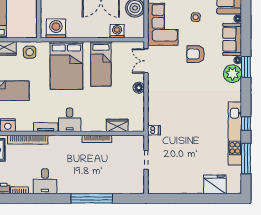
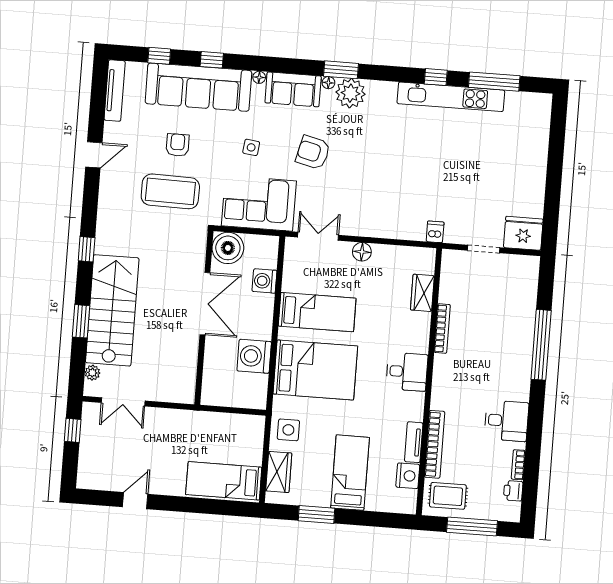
washing machine: (56, 28) -> (254, 356), moved
armchair: (196, 54) -> (313, 152), turned 104
double door: (146, 61) -> (318, 236), swing flipped
tv unit: (46, 127) -> (414, 442), moved
fridge: (215, 184) -> (523, 233), moved, turned 90

